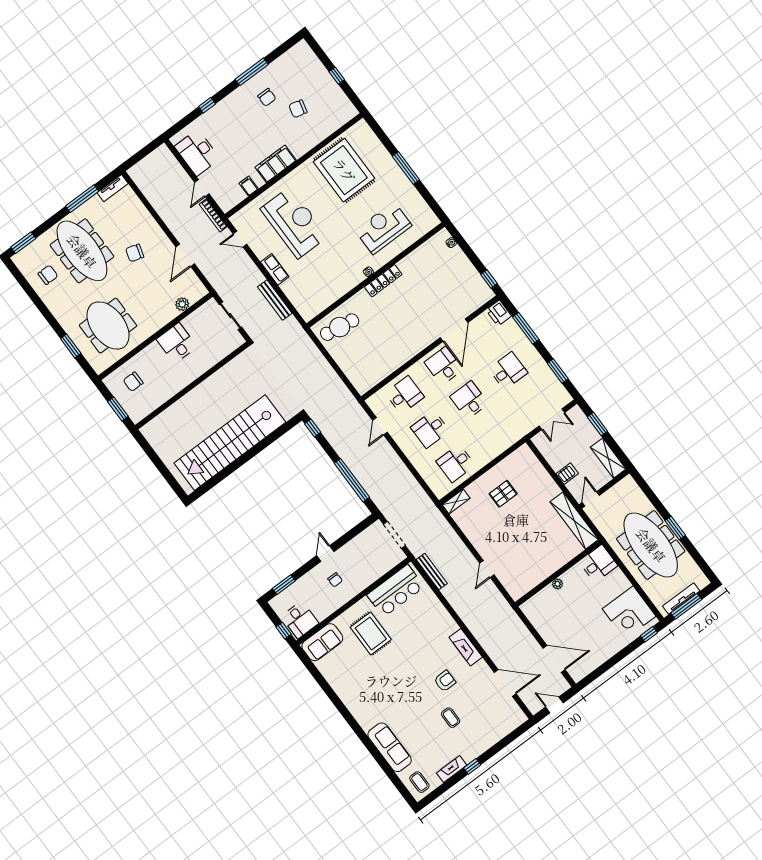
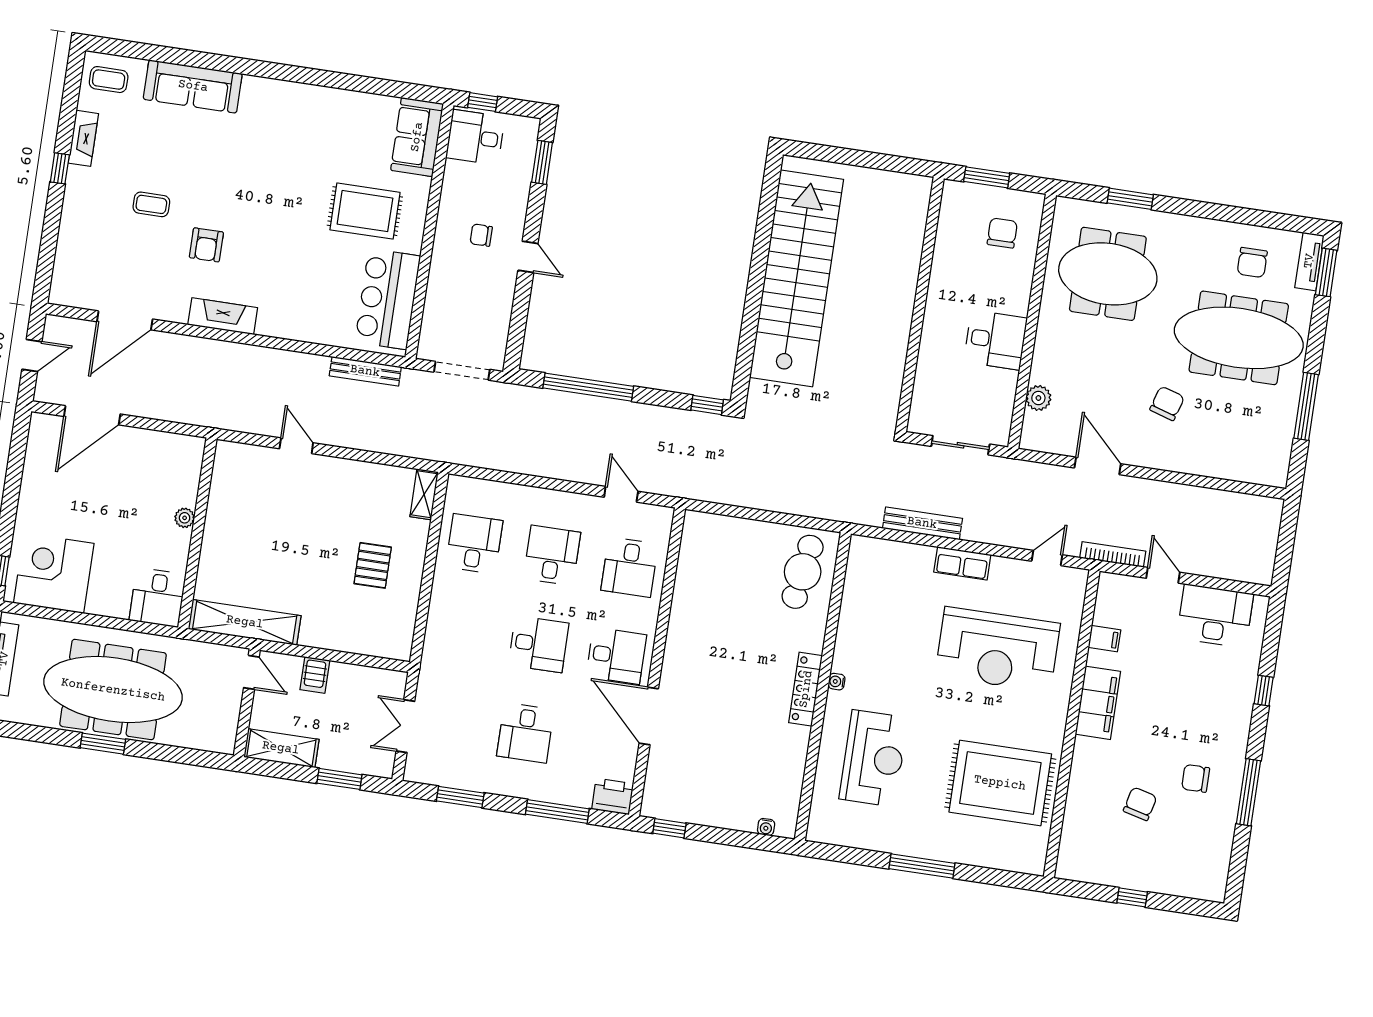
tv unit: (113, 188) -> (1309, 261), moved

